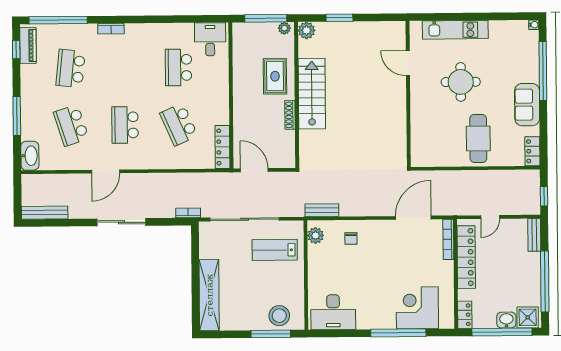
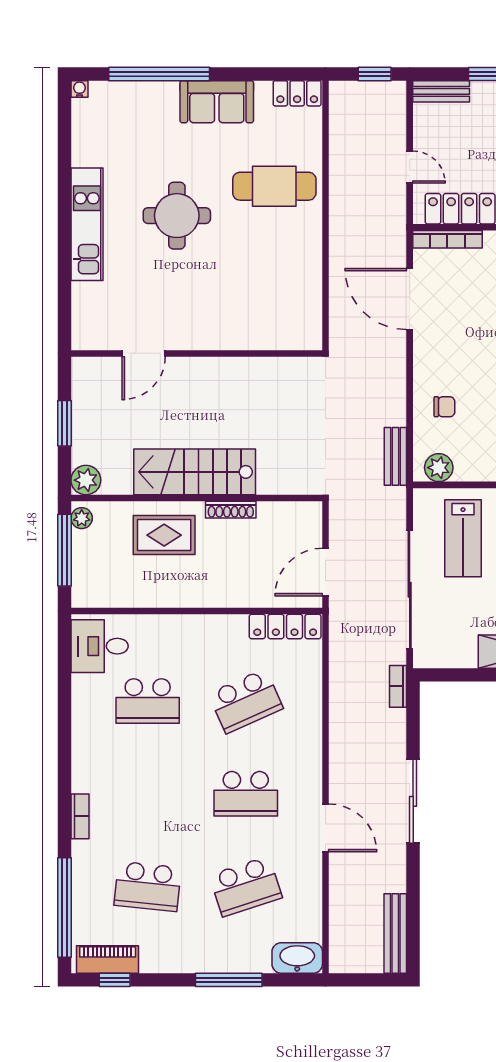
door: (408, 63) -> (144, 353), moved
wall: (408, 94) -> (197, 353), moved

